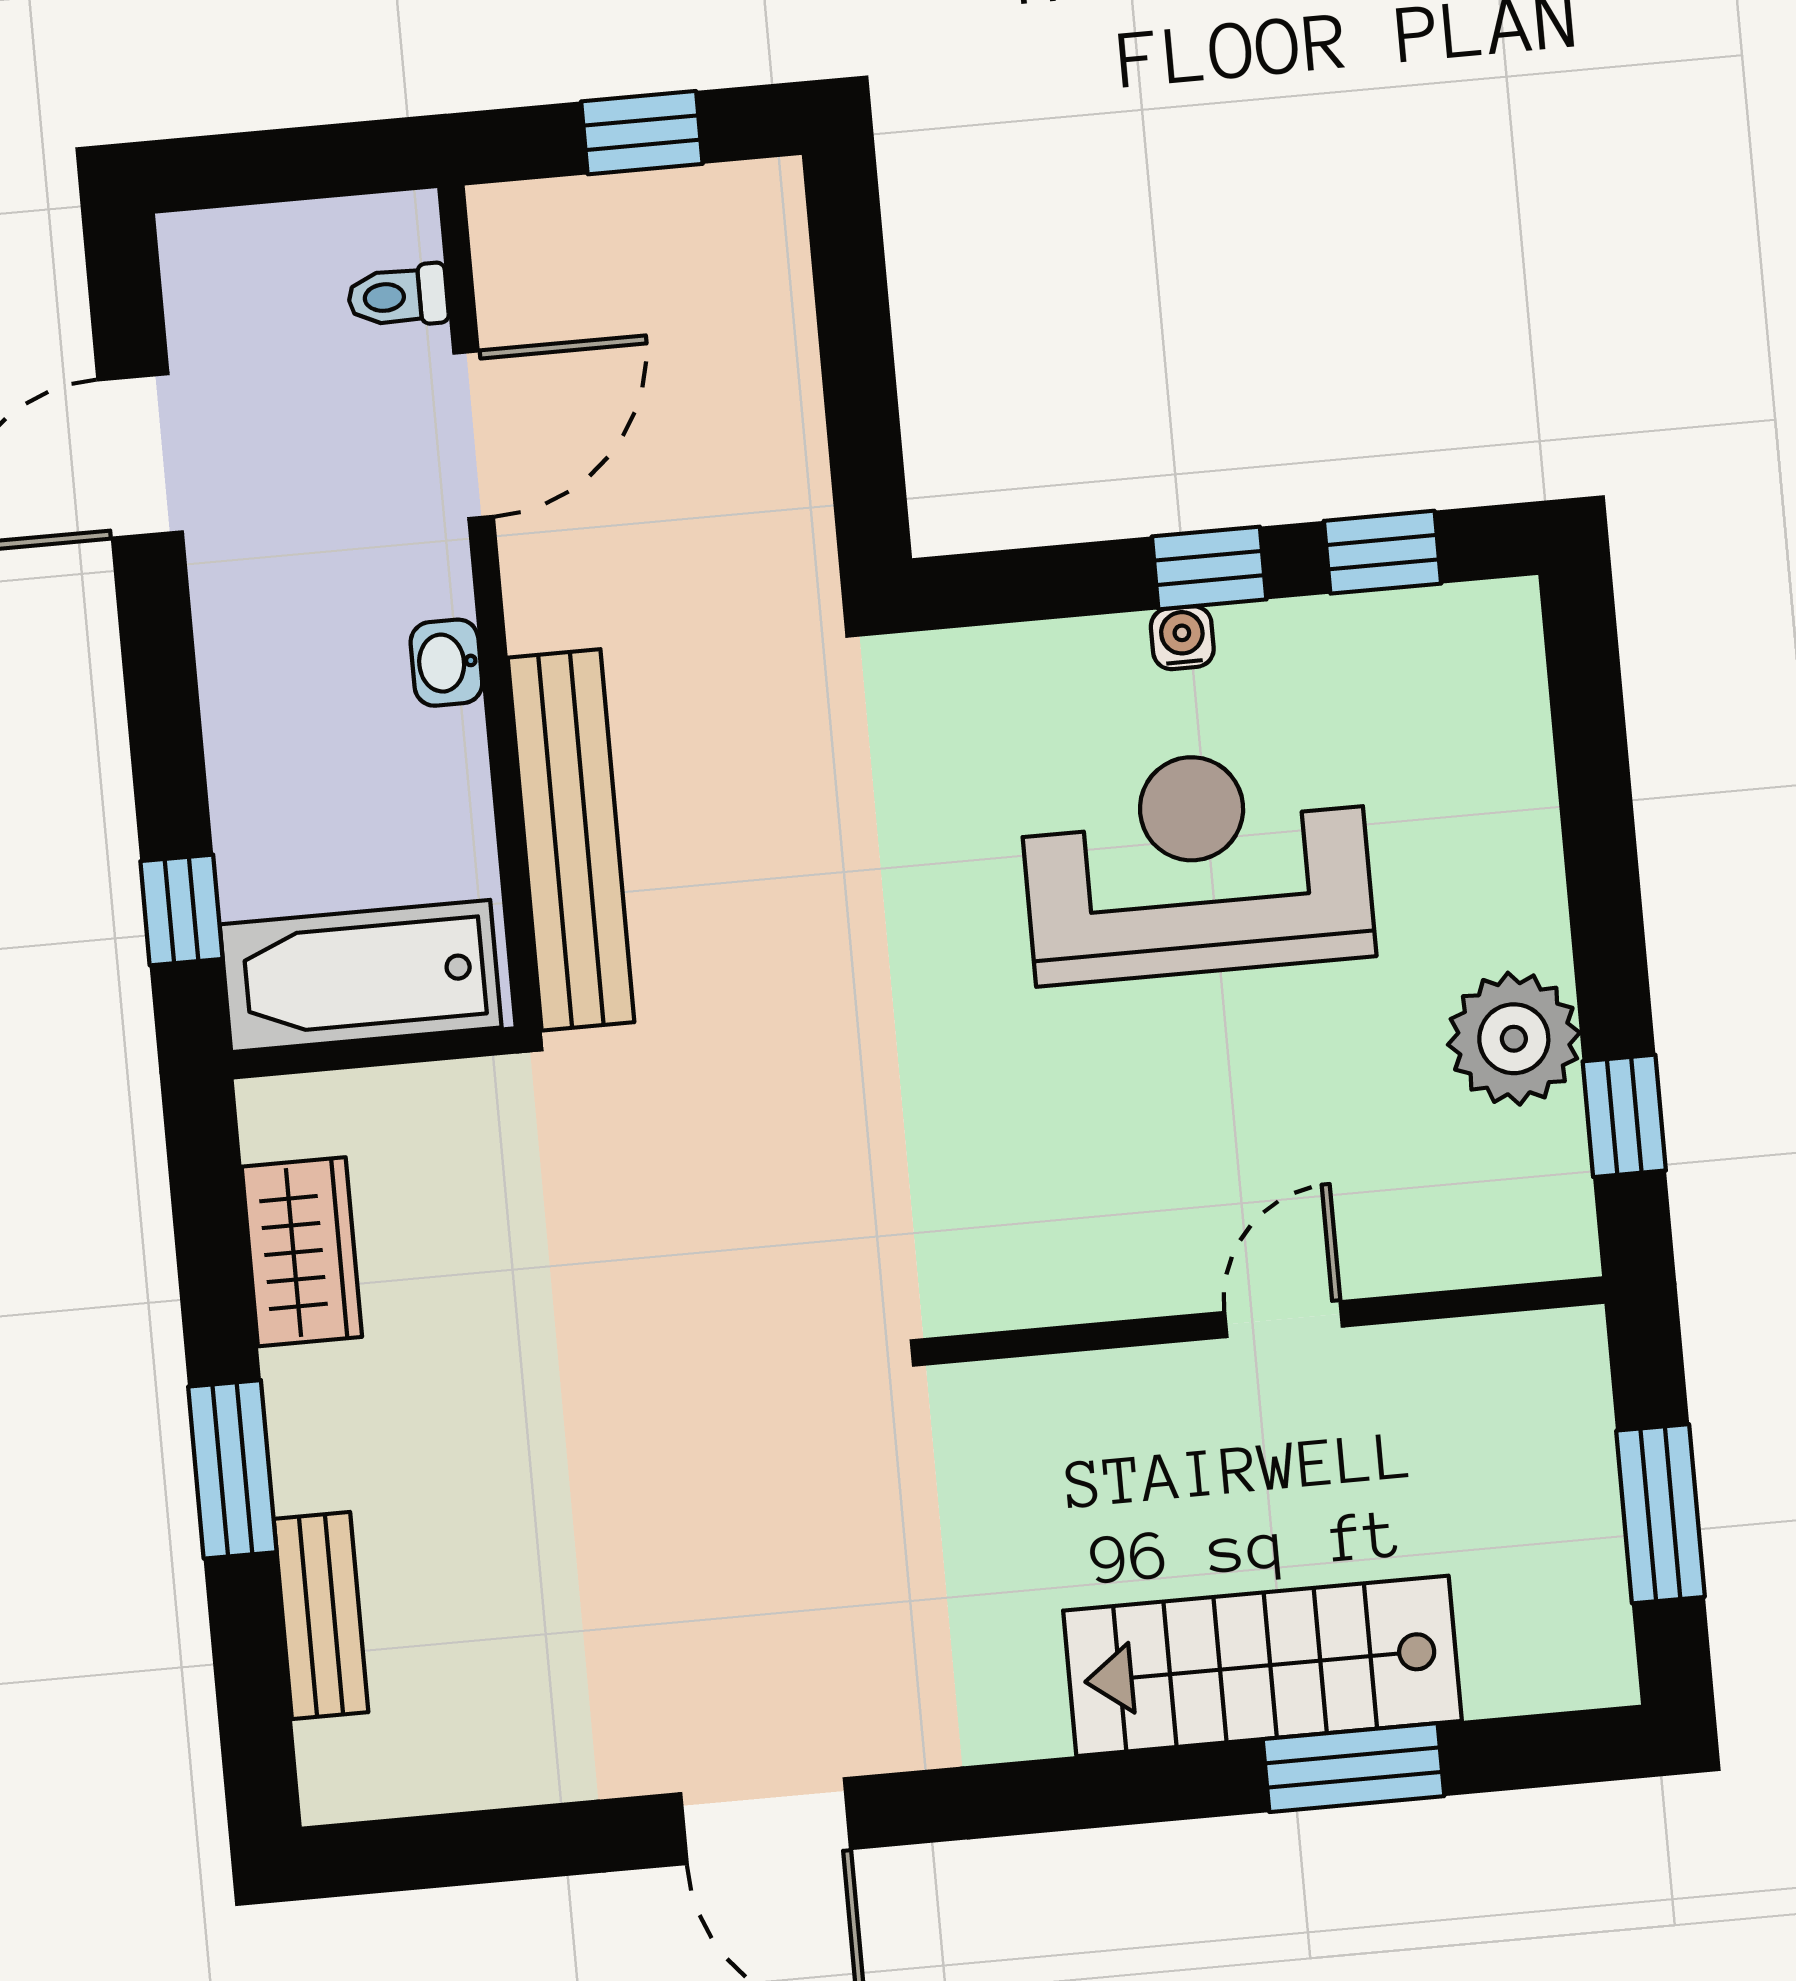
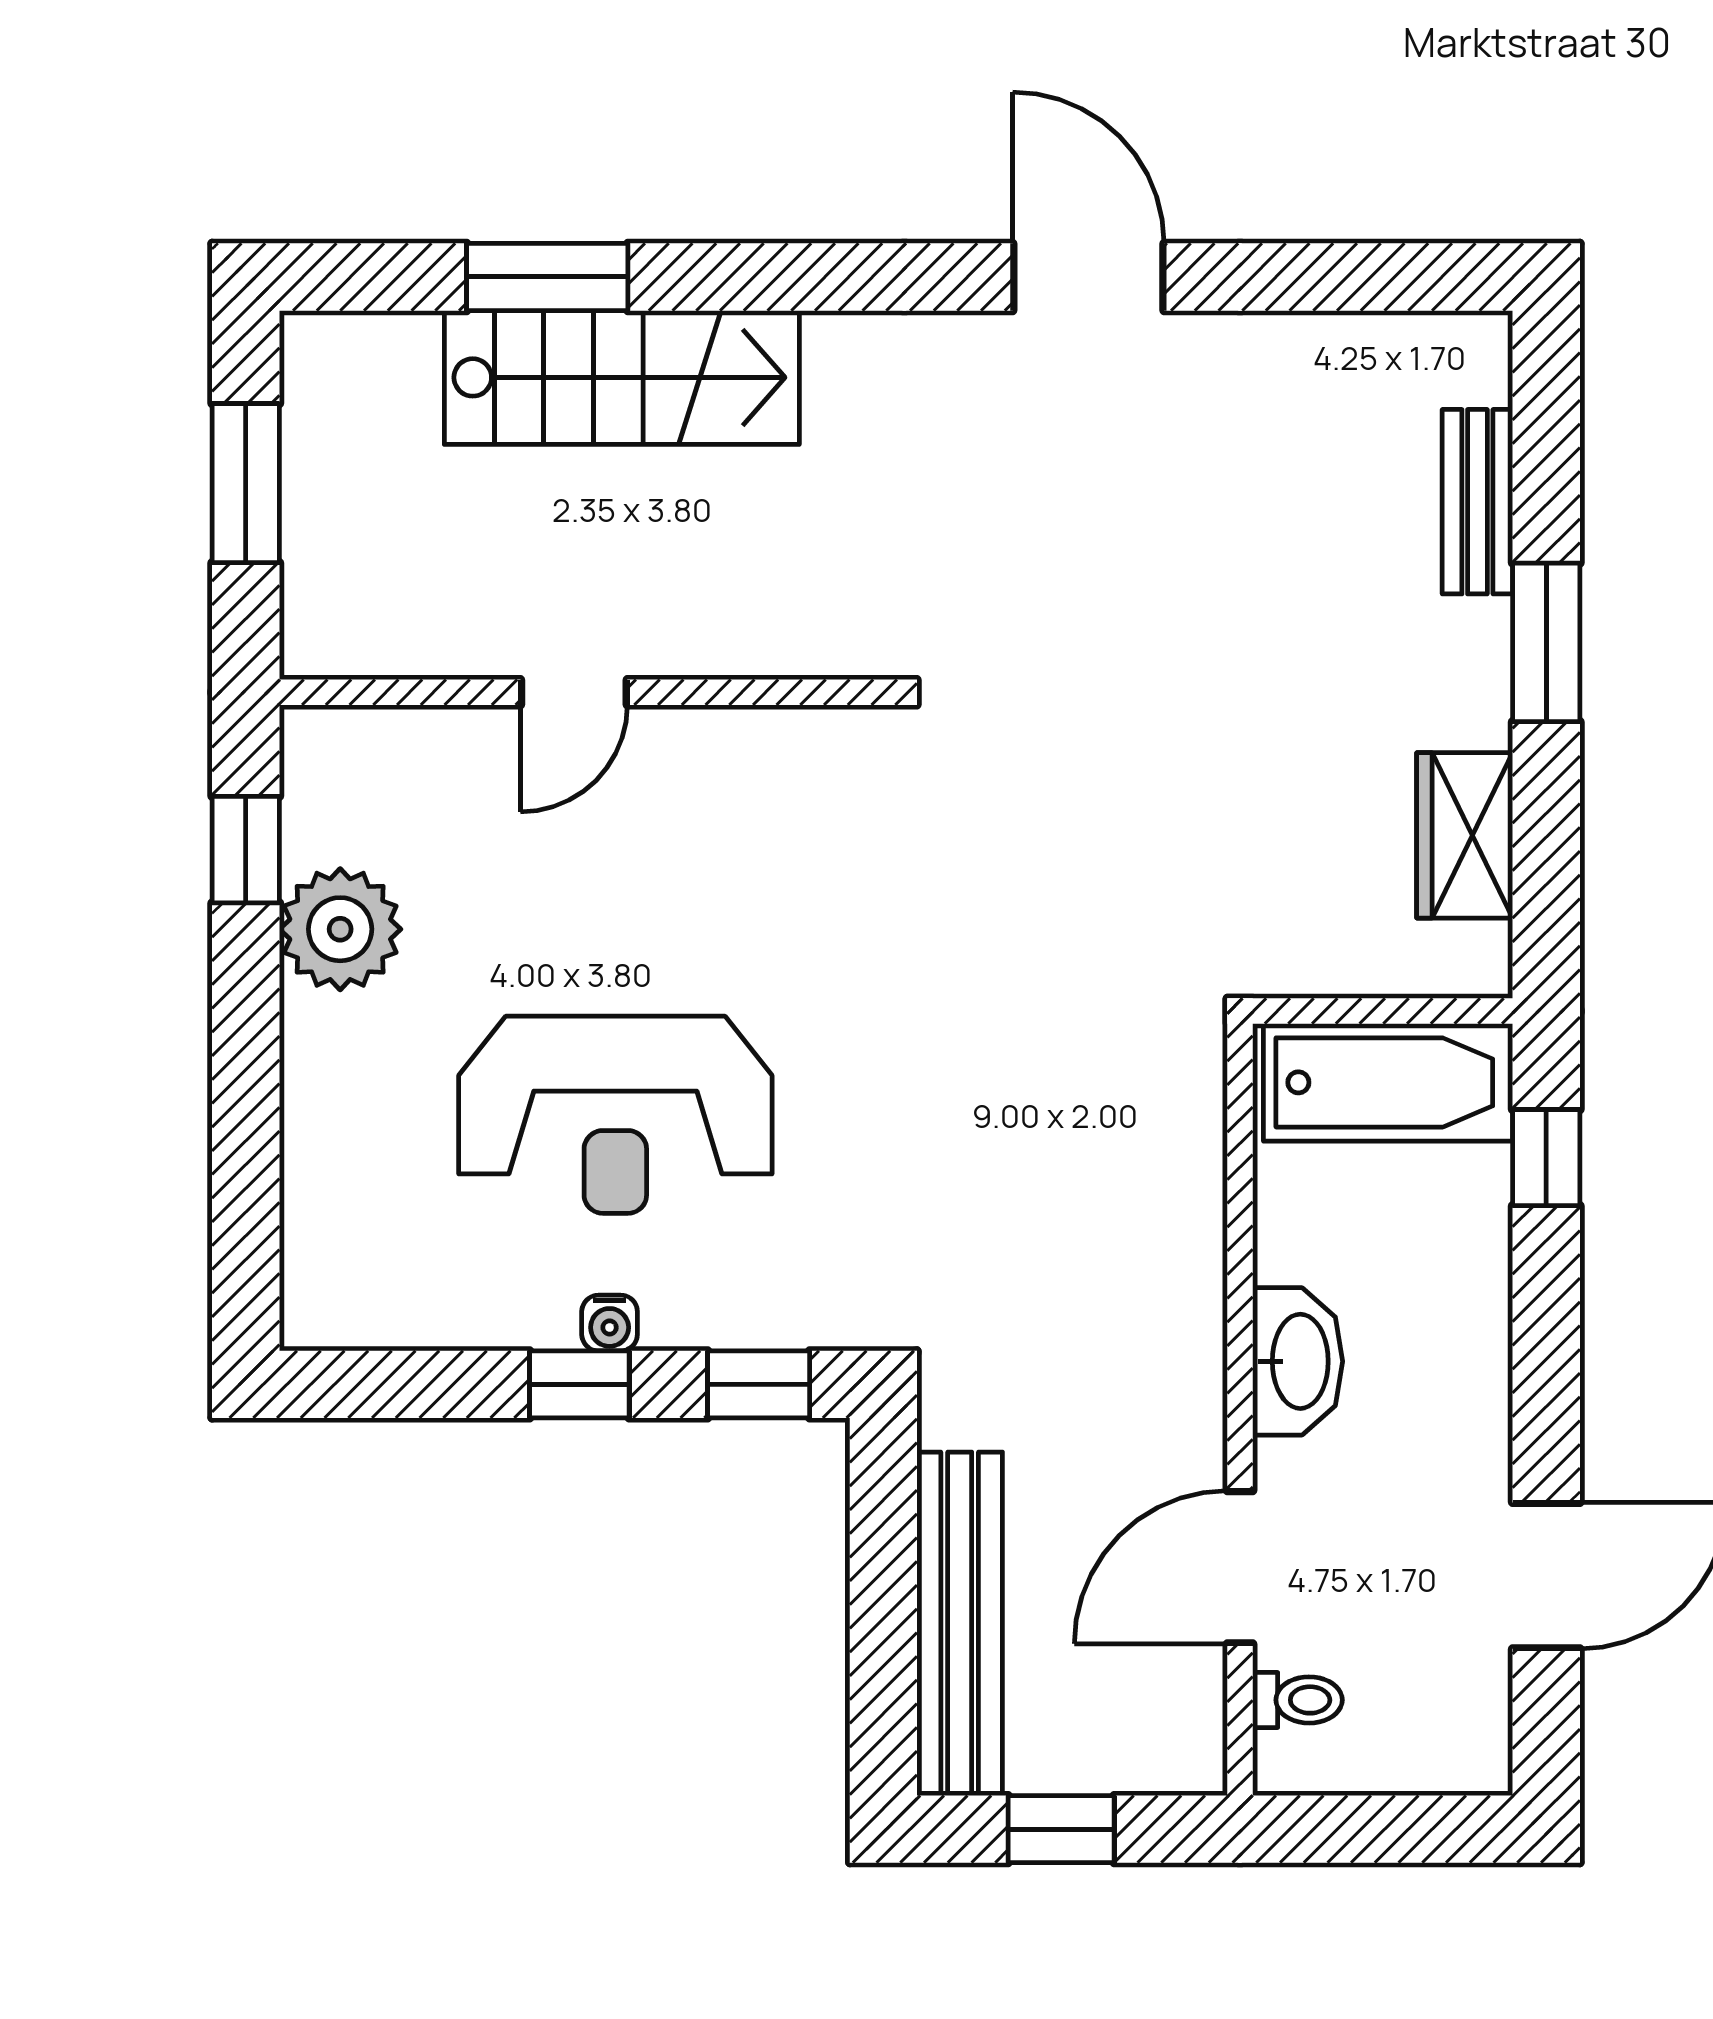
window: (1382, 552) -> (759, 1384), moved
washbasin: (446, 663) -> (1298, 1361), width x1.91, depth x1.45
bench: (571, 840) -> (960, 1624), moved

